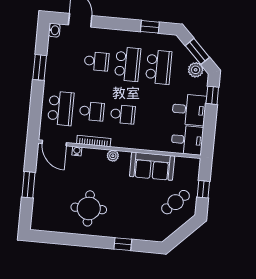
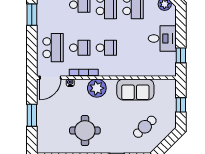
window: (212, 95) -> (181, 55), moved
desk: (187, 140) -> (163, 64), removed
door: (54, 143) -> (50, 78), hinge flipped
plant: (113, 156) -> (97, 88), width x1.88, depth x1.88
cafe table: (176, 202) -> (145, 127), moved

